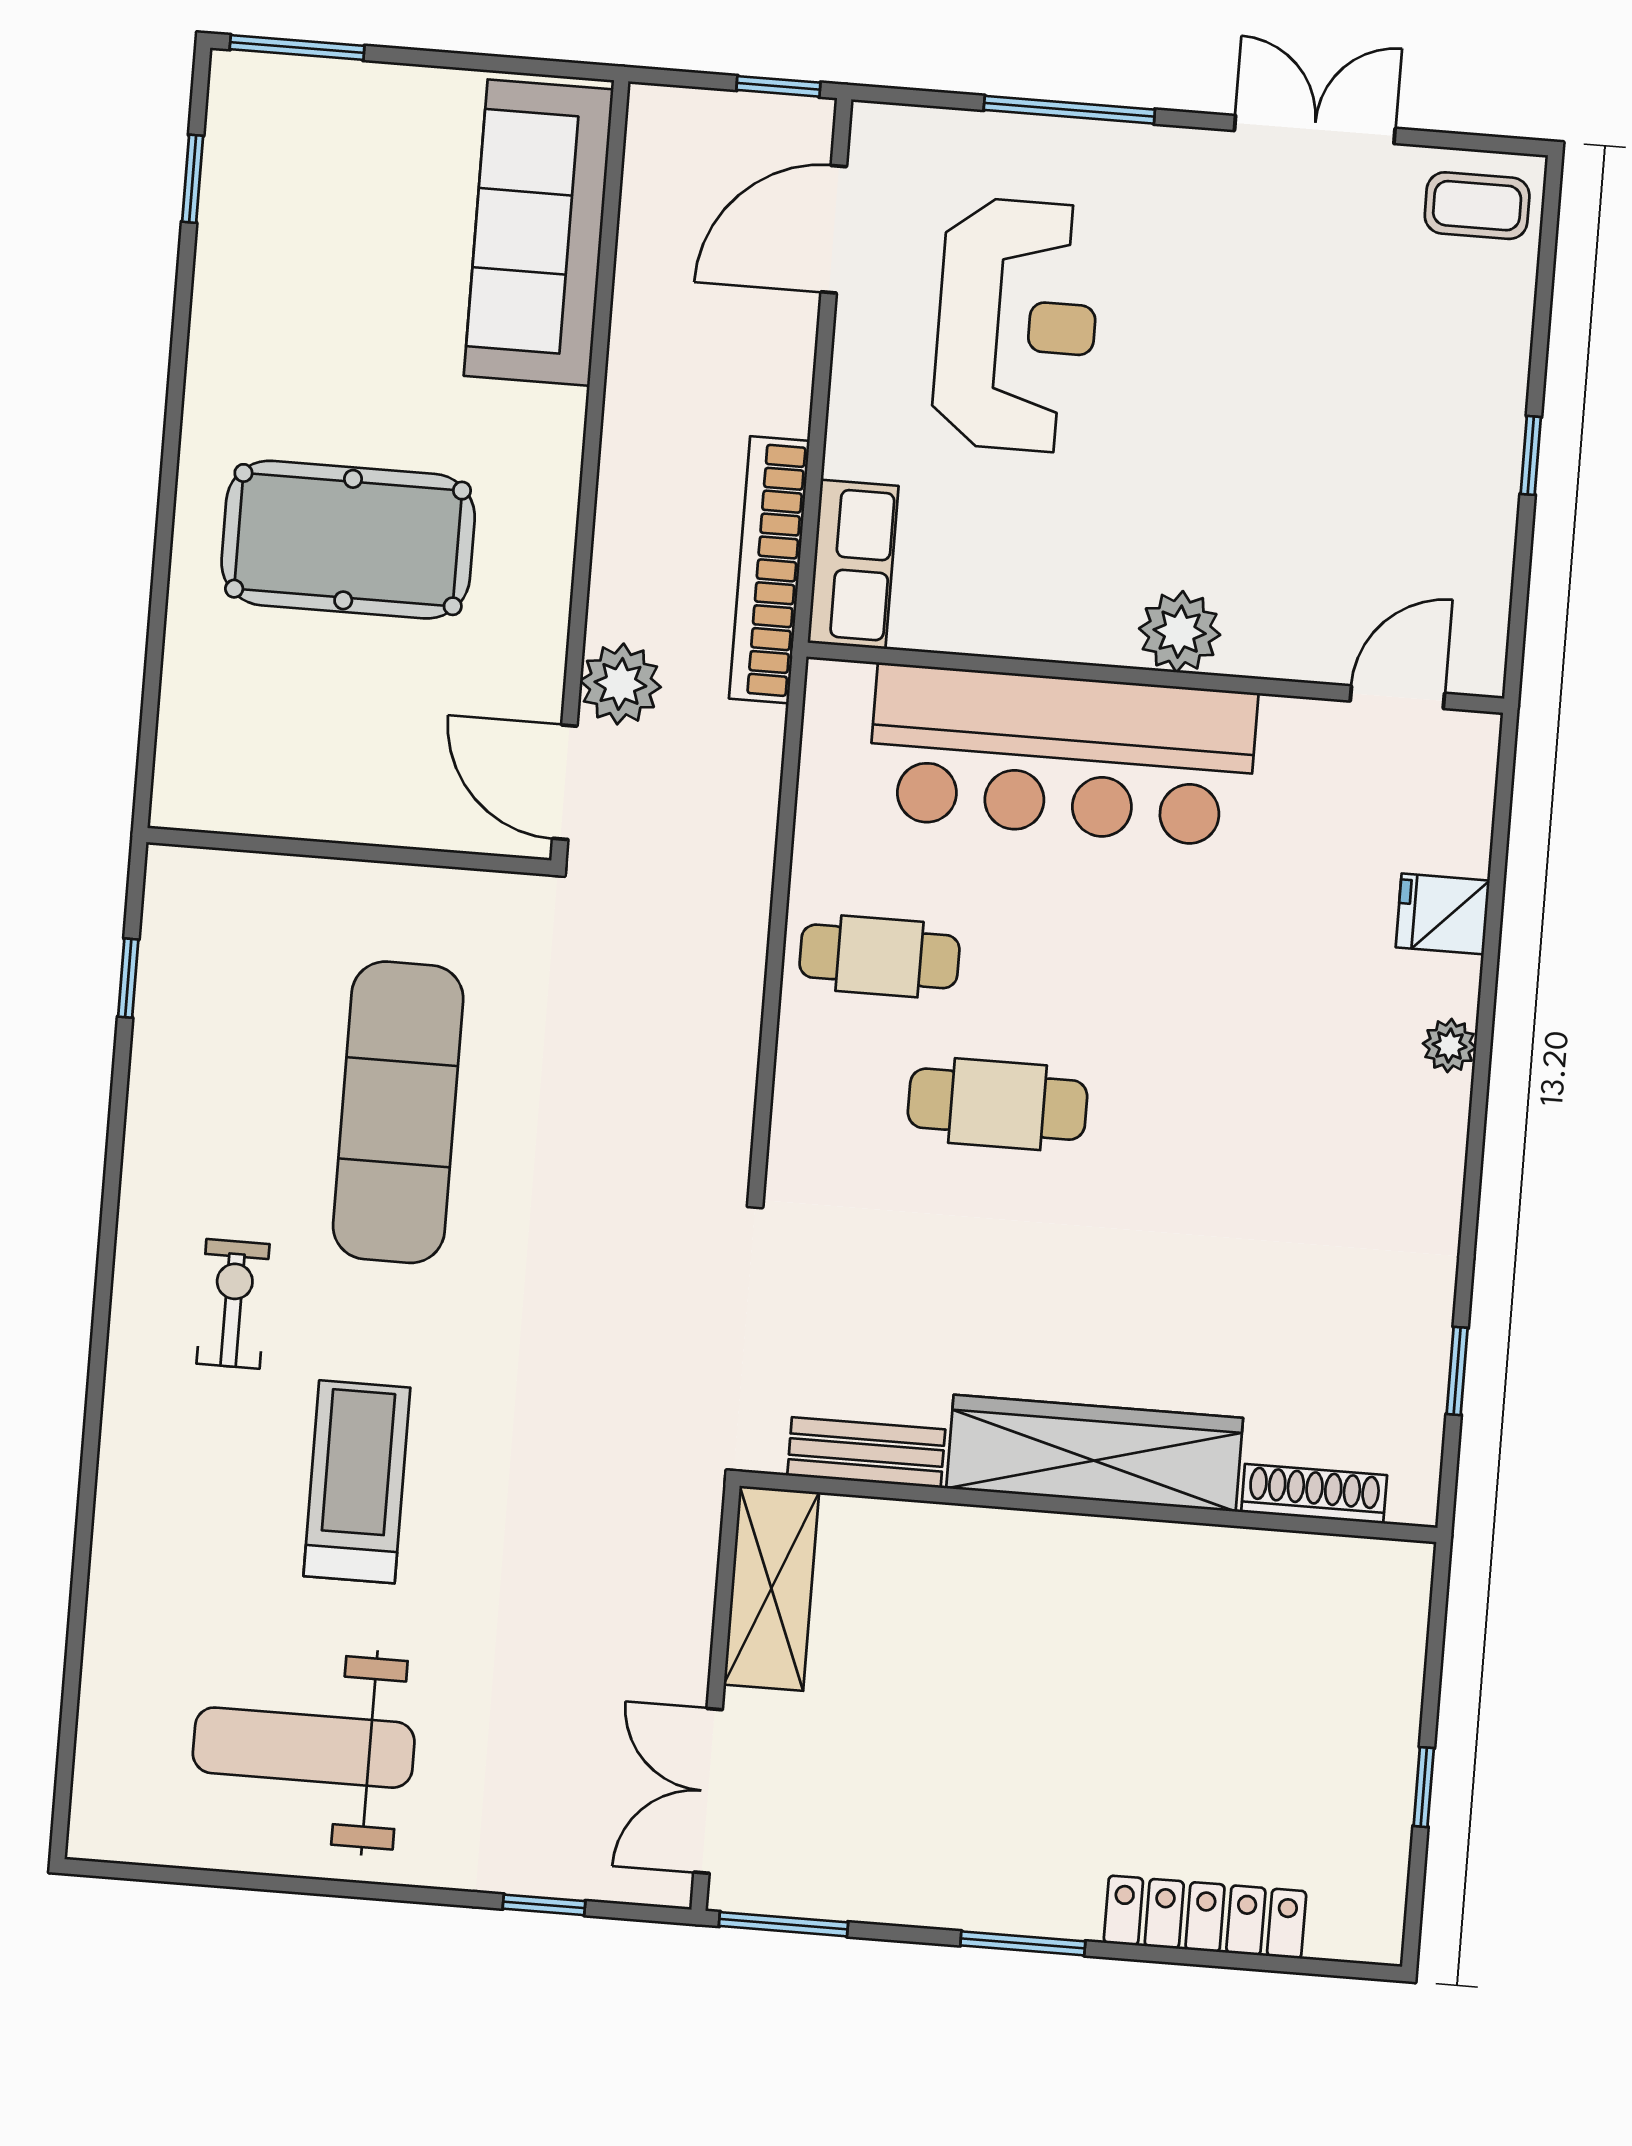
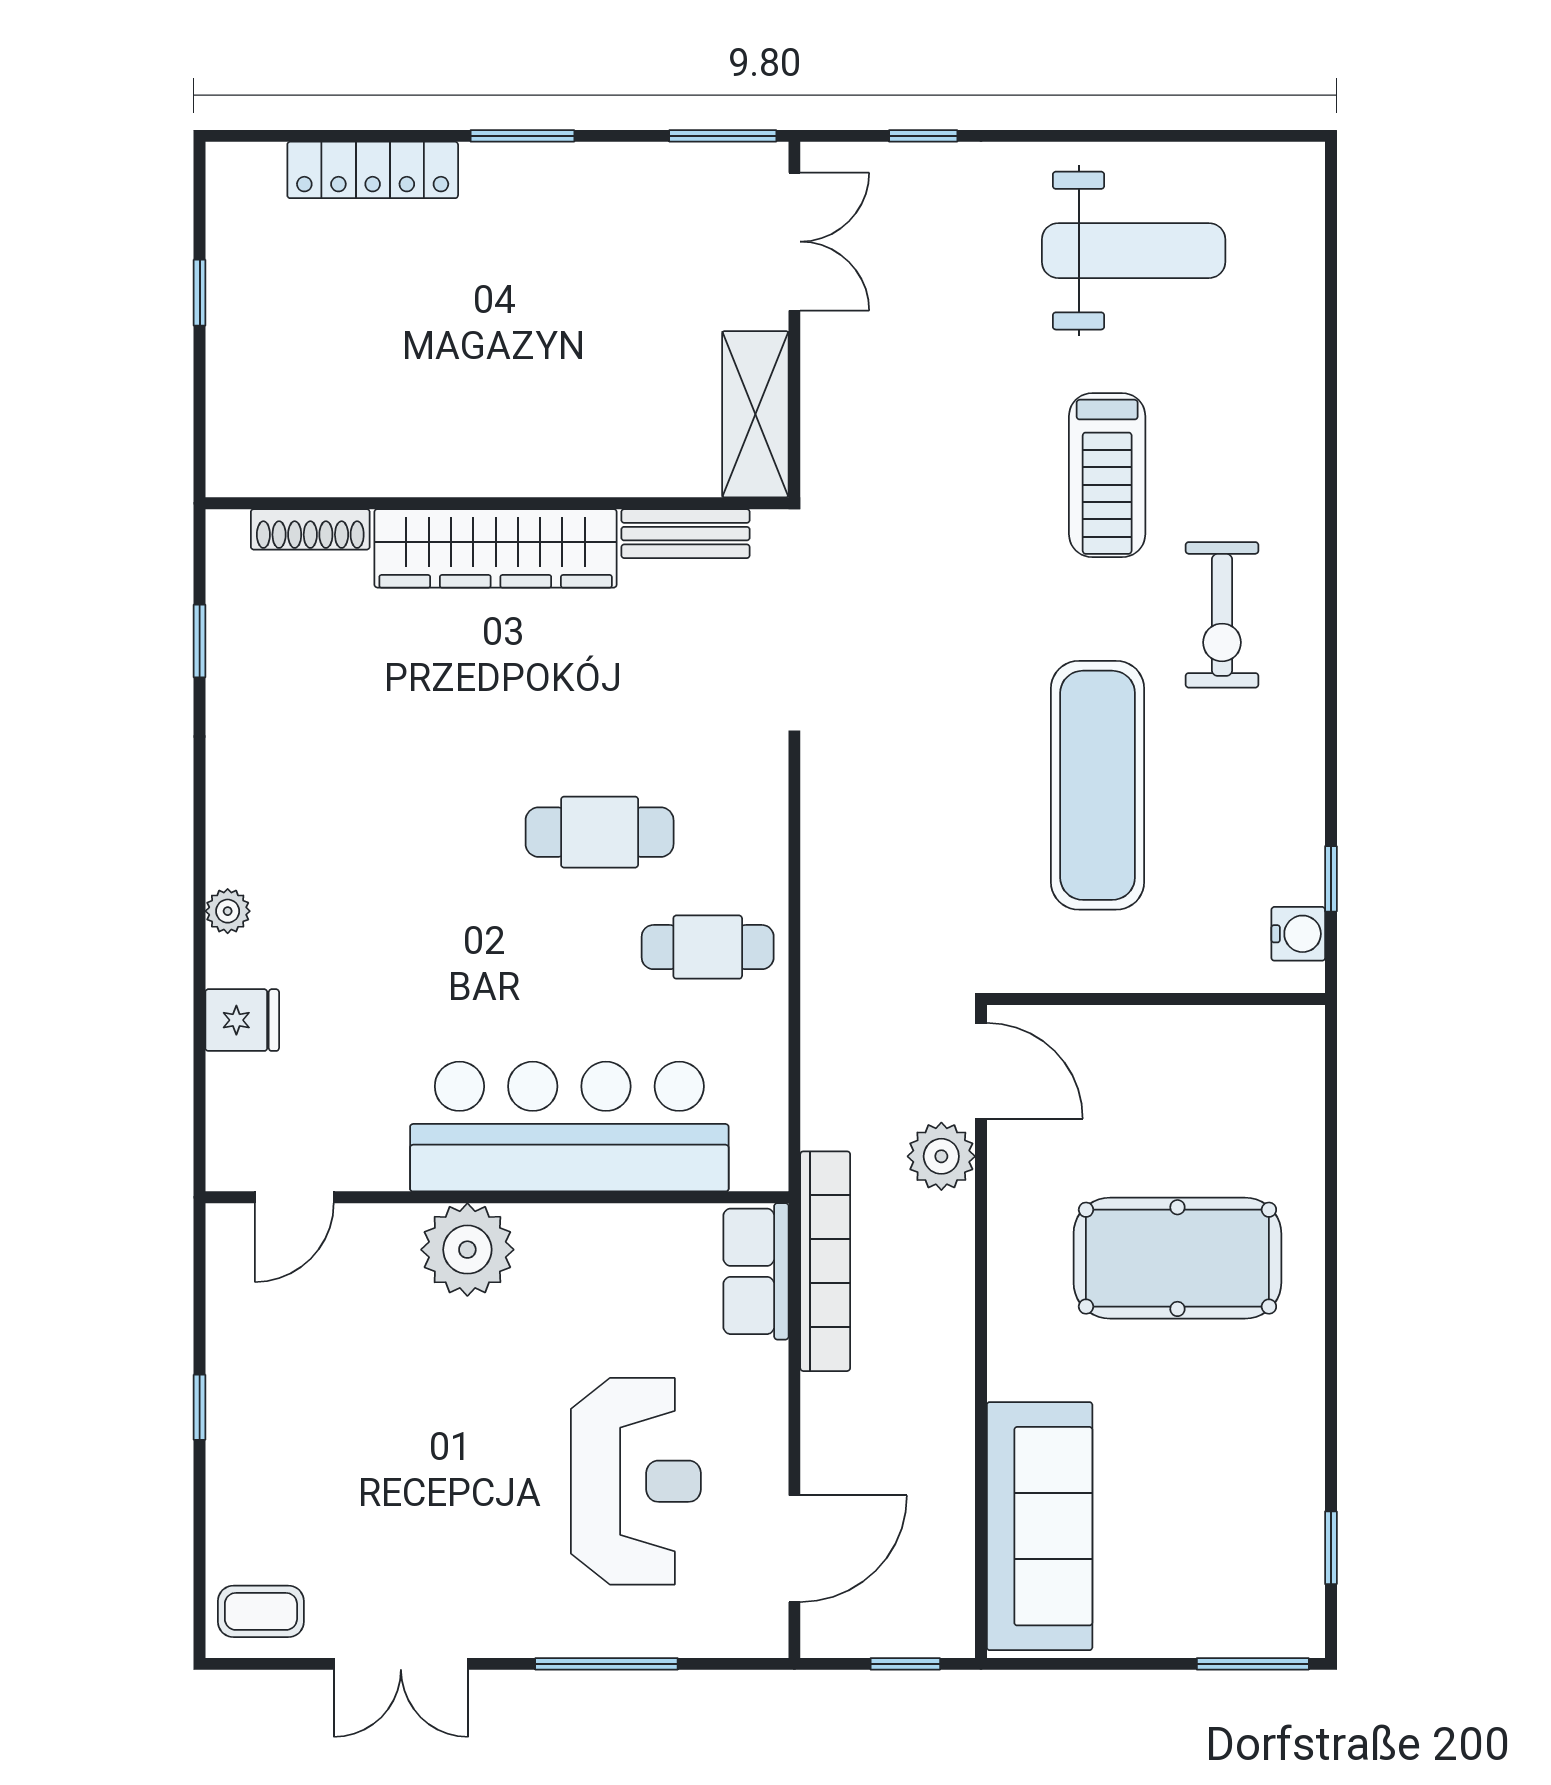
window: (778, 86) -> (905, 1664), moved
reception desk: (1017, 325) -> (636, 1481), turned 180
plant: (1180, 632) -> (467, 1250), width x1.36, depth x1.36
water cooler: (173, 915) -> (1298, 934), added
exercise bike: (233, 1304) -> (1222, 615), width x1.38, depth x1.39

